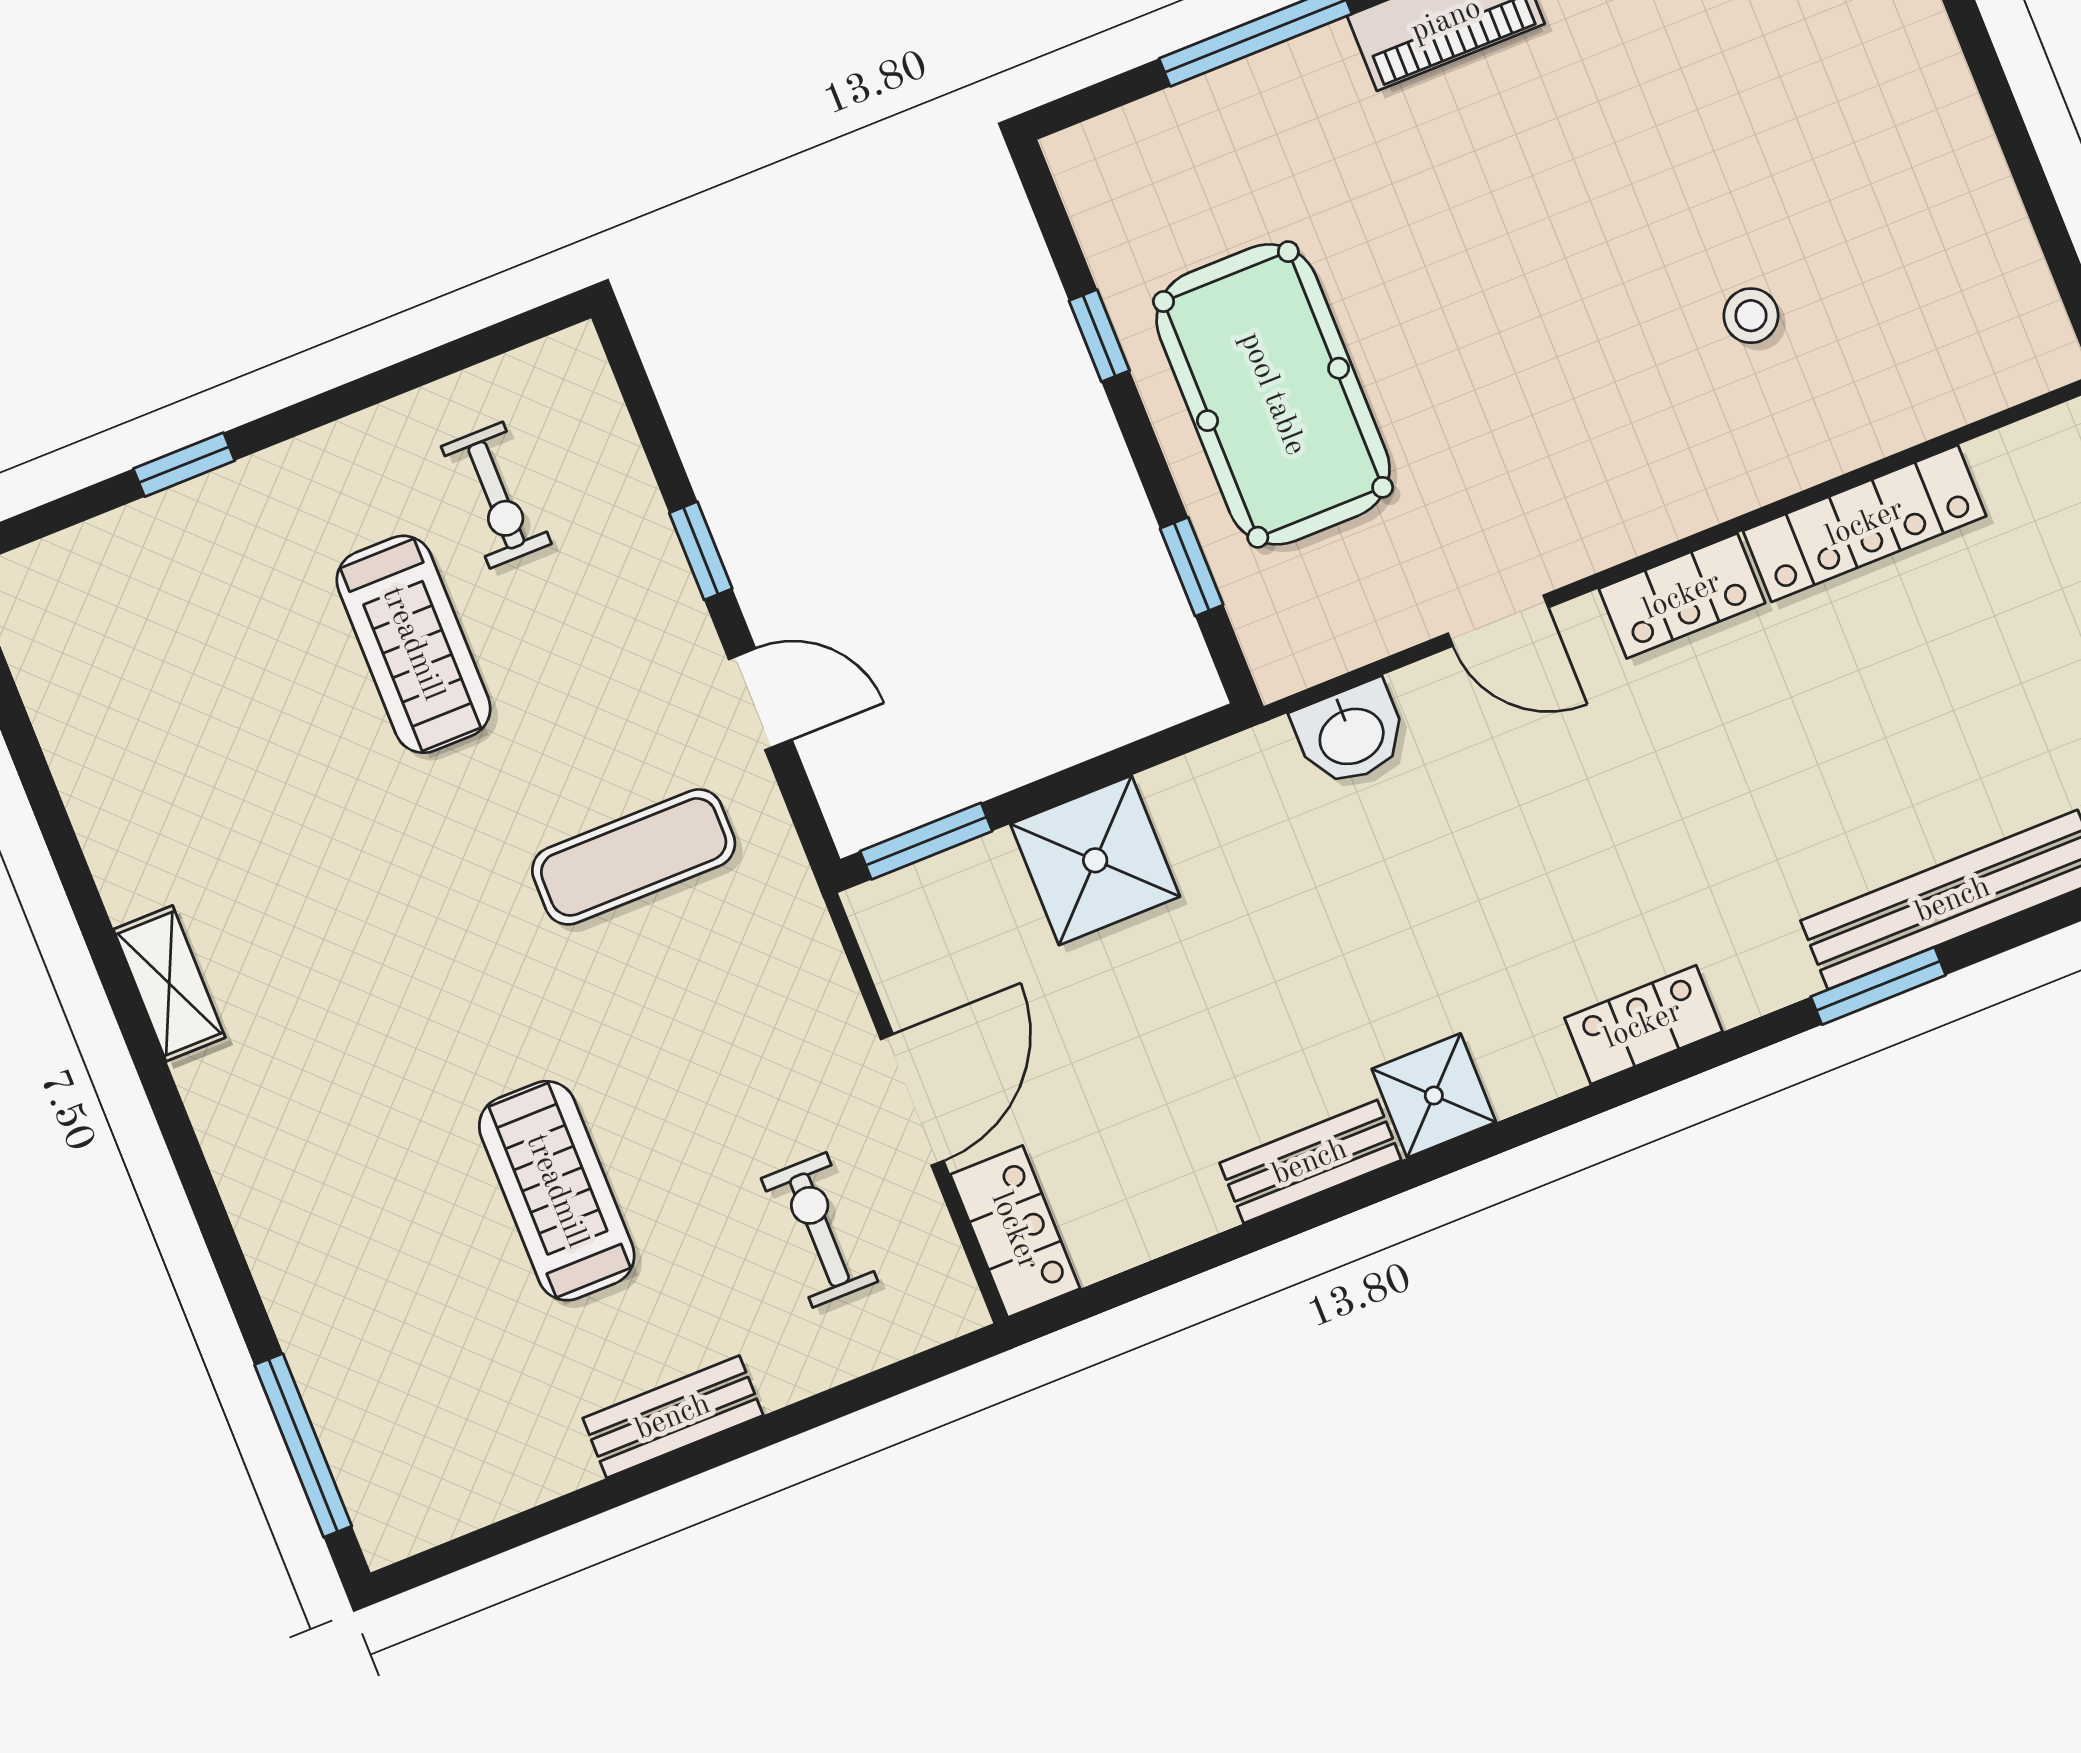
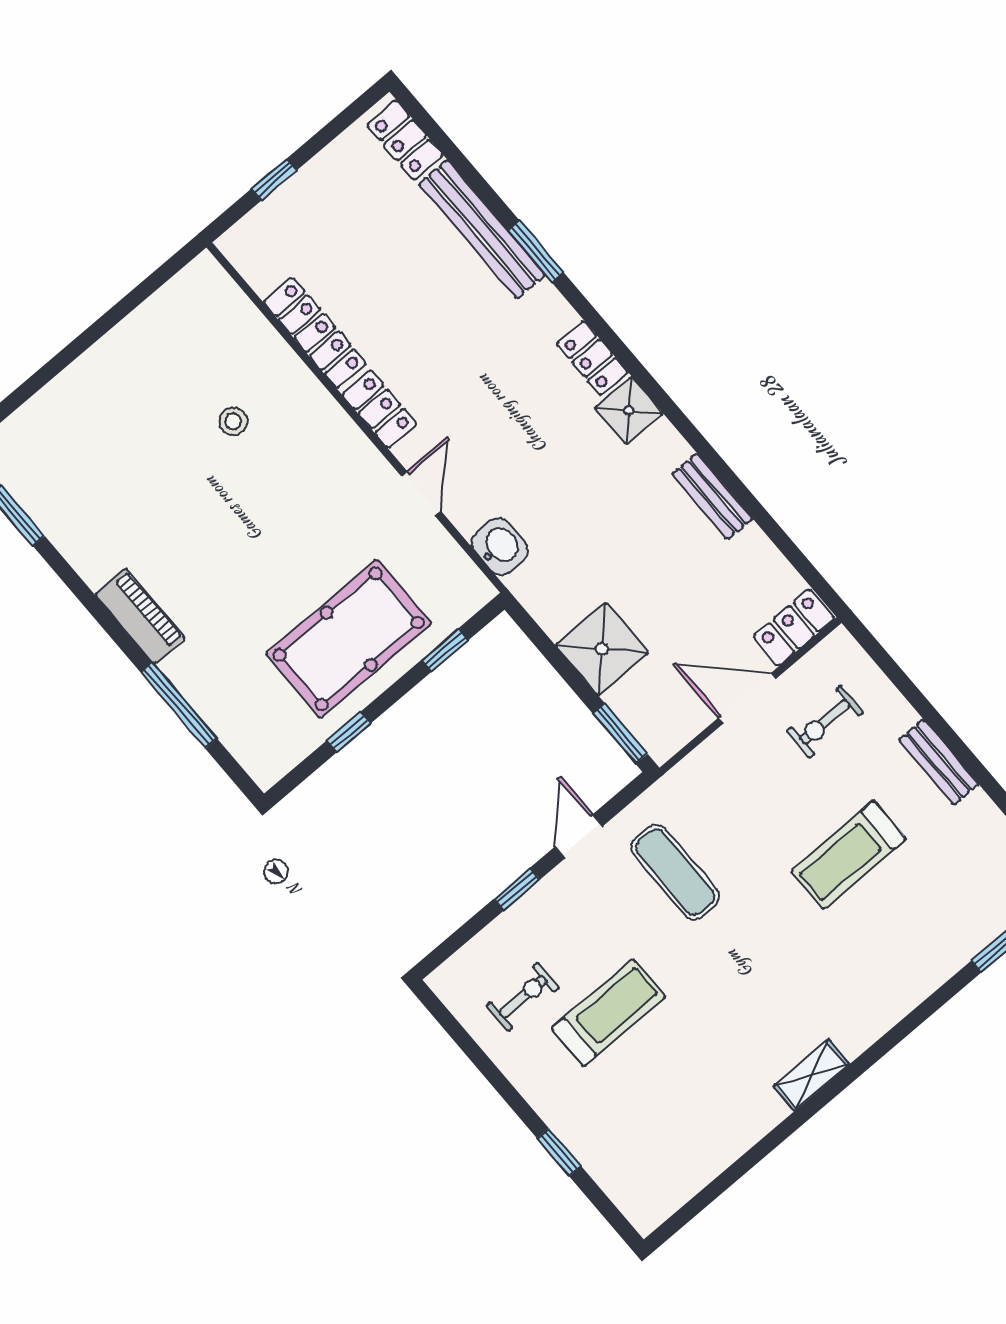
shower: (1434, 1096) -> (629, 410), moved

